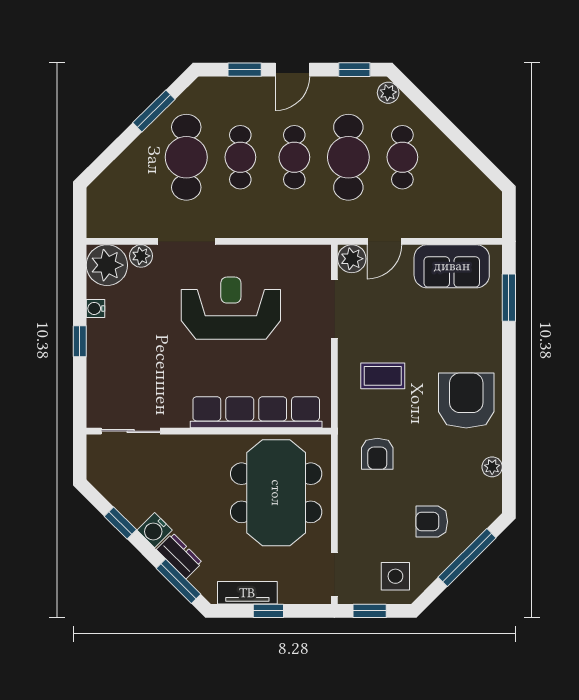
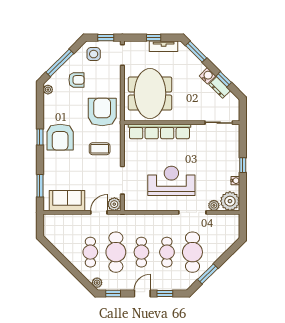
reception desk: (231, 308) -> (171, 181), turned 180
window: (509, 401) -> (40, 137), added
armchair: (377, 454) -> (102, 112), width x1.88, depth x1.88
plant: (492, 467) -> (48, 90), moved
dresser: (179, 556) -> (220, 88), moved

